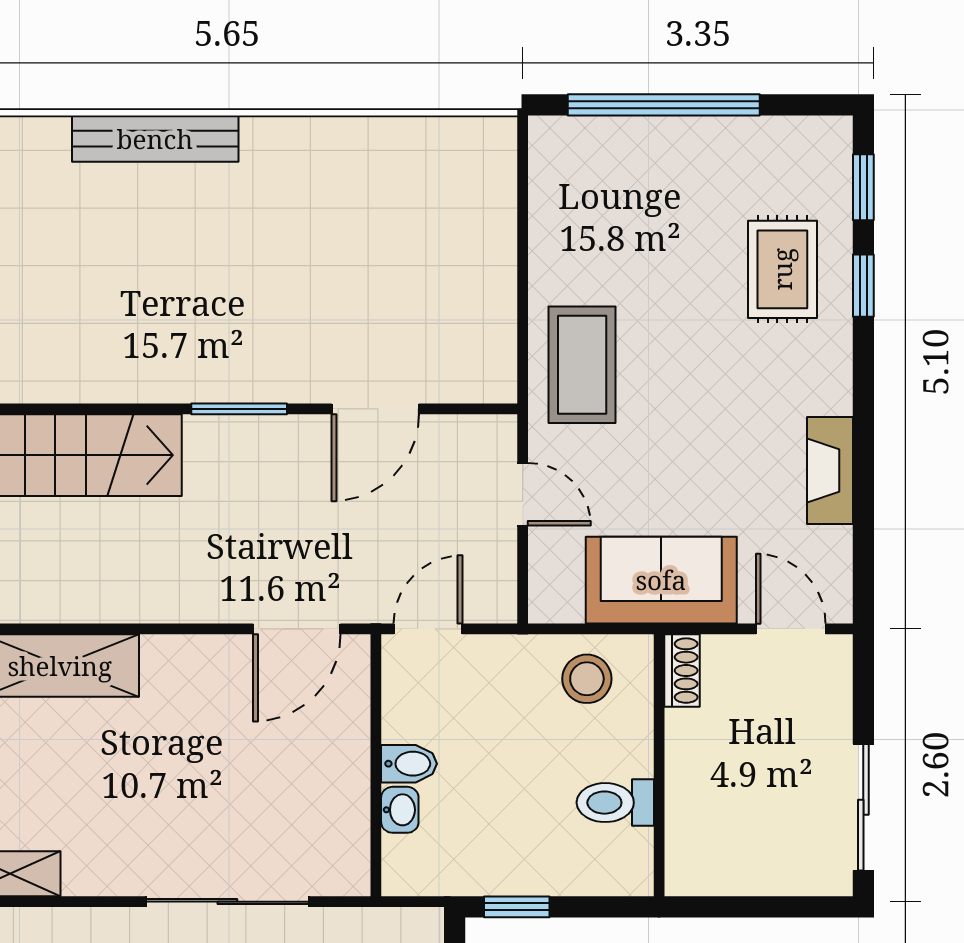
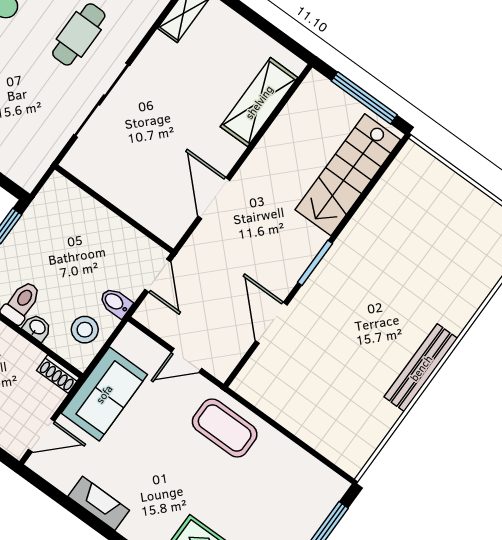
bench: (155, 139) -> (421, 368), moved
door: (297, 629) -> (214, 198), moved
bidet: (409, 764) -> (116, 303), moved, turned 90
washbasin: (400, 810) -> (37, 327), moved, turned 180

